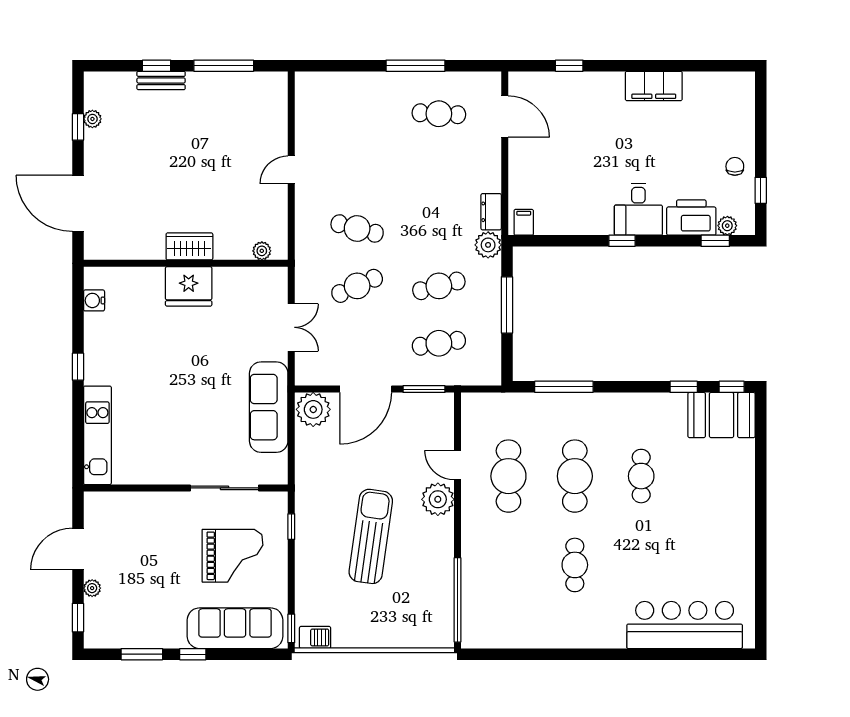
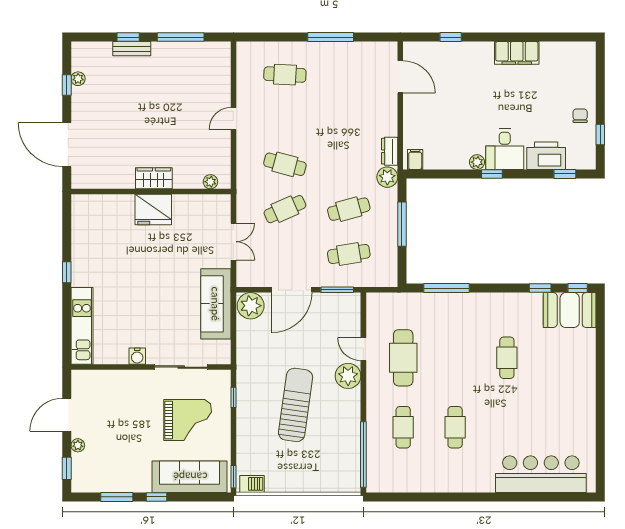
cafe table: (439, 114) -> (285, 75), moved
plant: (727, 226) -> (477, 162), moved
water cooler: (94, 300) -> (137, 356), moved, turned -90
cafe table: (575, 476) -> (403, 427), moved, width x0.73, depth x0.74

